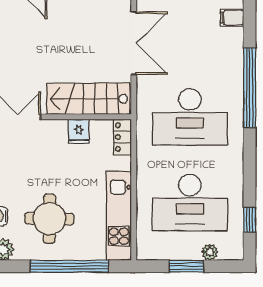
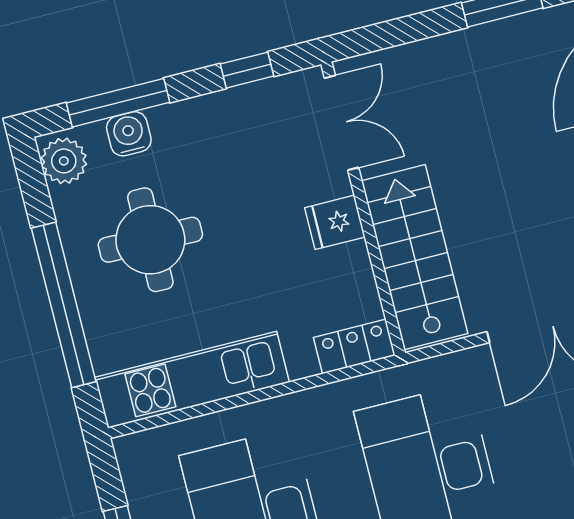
fridge: (79, 132) -> (335, 222), moved

